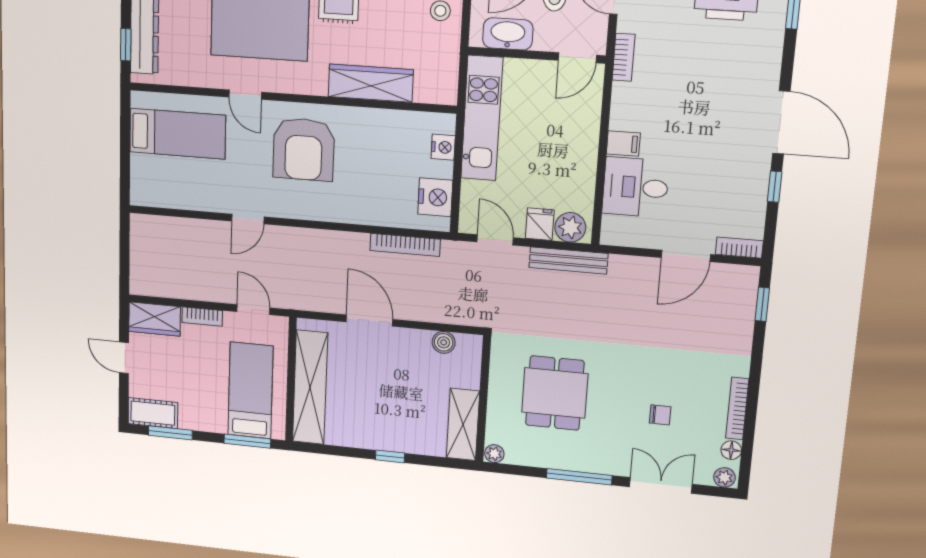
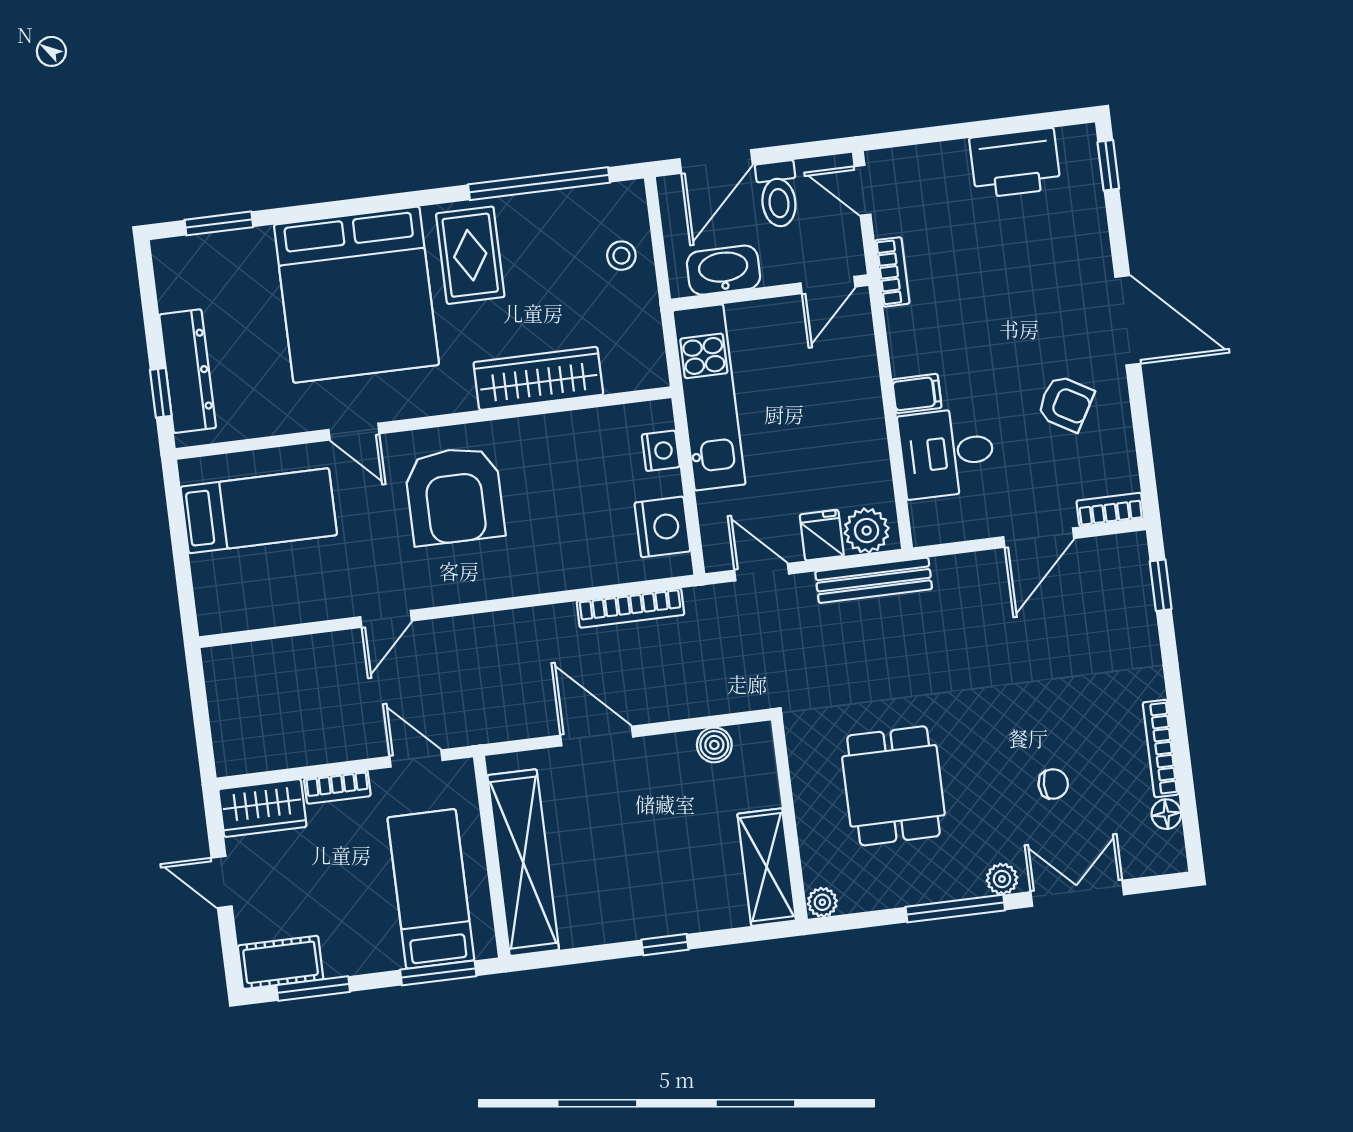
armchair: (725, 170) -> (1065, 403), added
window: (775, 187) -> (1139, 412), removed
plant: (724, 477) -> (1002, 879), moved

